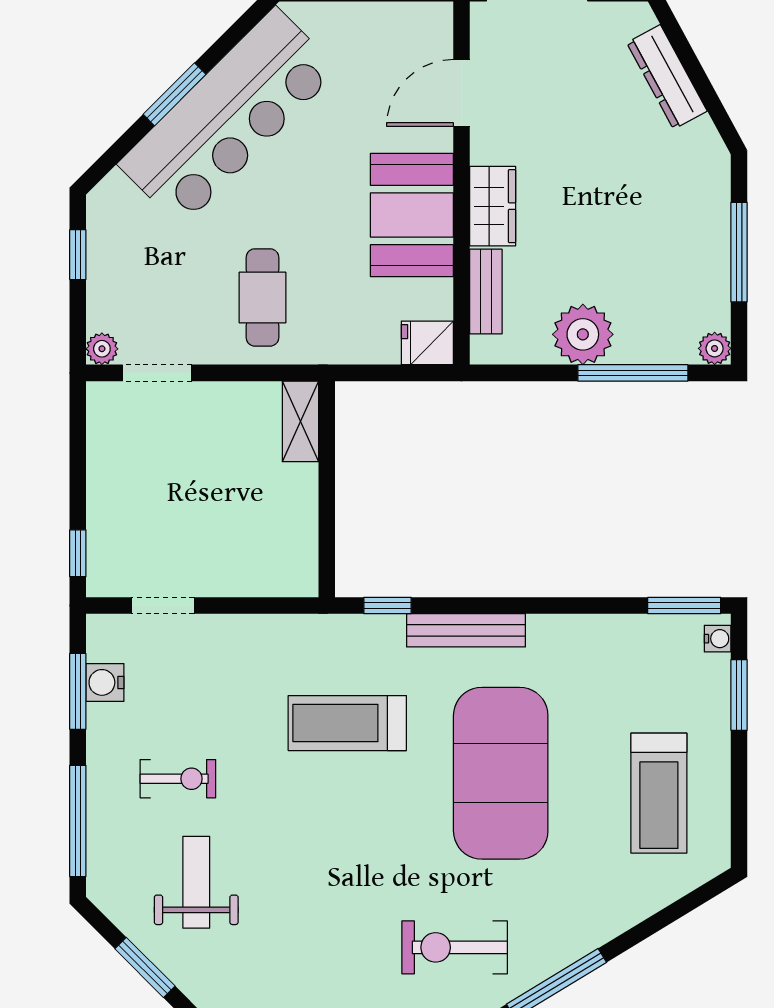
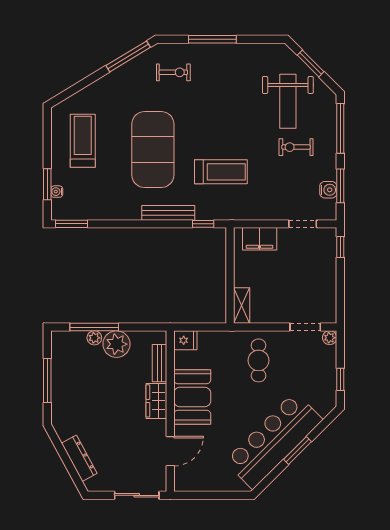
plant: (715, 348) -> (94, 338), moved
filing cabinet: (260, 572) -> (260, 239), added
water cooler: (718, 639) -> (57, 192), moved
weight bench: (196, 882) -> (288, 101), width x1.36, depth x1.33
exercise bike: (455, 947) -> (173, 72), width x0.73, depth x0.72

